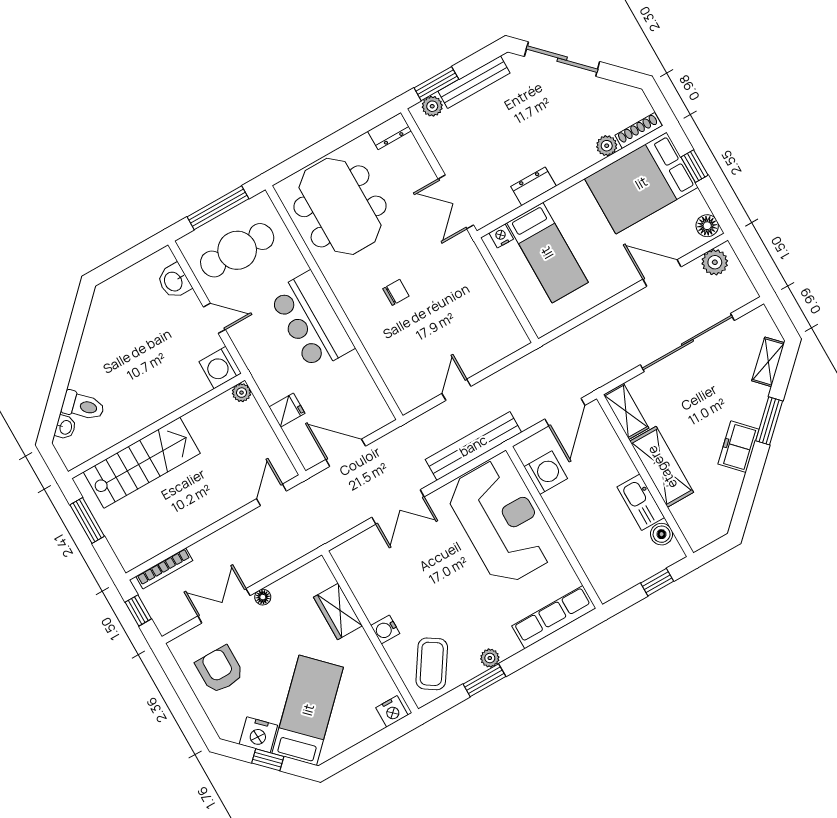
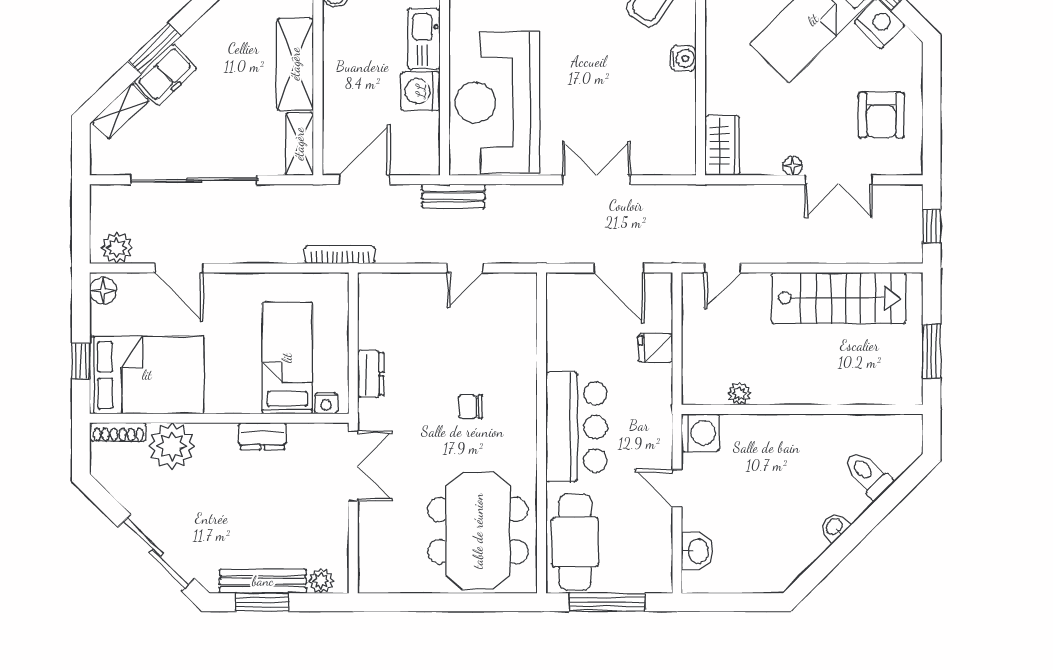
window: (436, 84) -> (262, 602), moved
dresser: (389, 131) -> (371, 374), moved, turned 90
plant: (607, 146) -> (172, 446), width x1.87, depth x1.87
cafe table: (237, 250) -> (575, 542), moved, turned 90
plant: (242, 393) -> (739, 394), moved
washbasin: (65, 427) -> (834, 527), moved
bench: (473, 446) -> (453, 196), width x0.54, depth x0.82
freezer: (738, 447) -> (166, 75), moved
stairs: (142, 463) -> (839, 298), moved, turned 180
washing machine: (546, 473) -> (421, 91), moved
kitchen sink: (641, 502) -> (424, 39), moved, turned 180
bookcase: (164, 568) -> (340, 255), moved
wardrobe: (338, 612) -> (722, 145), moved

